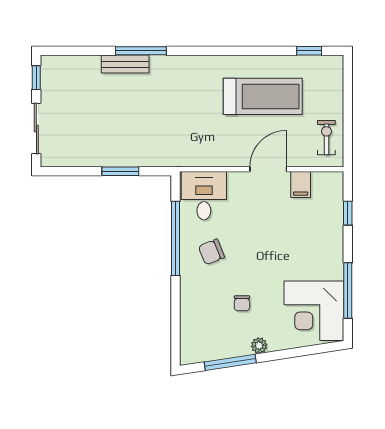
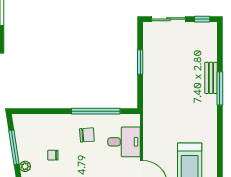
window: (120, 171) -> (140, 62), moved
desk: (204, 196) -> (124, 142), moved
chair: (211, 252) -> (87, 135), turned 108

